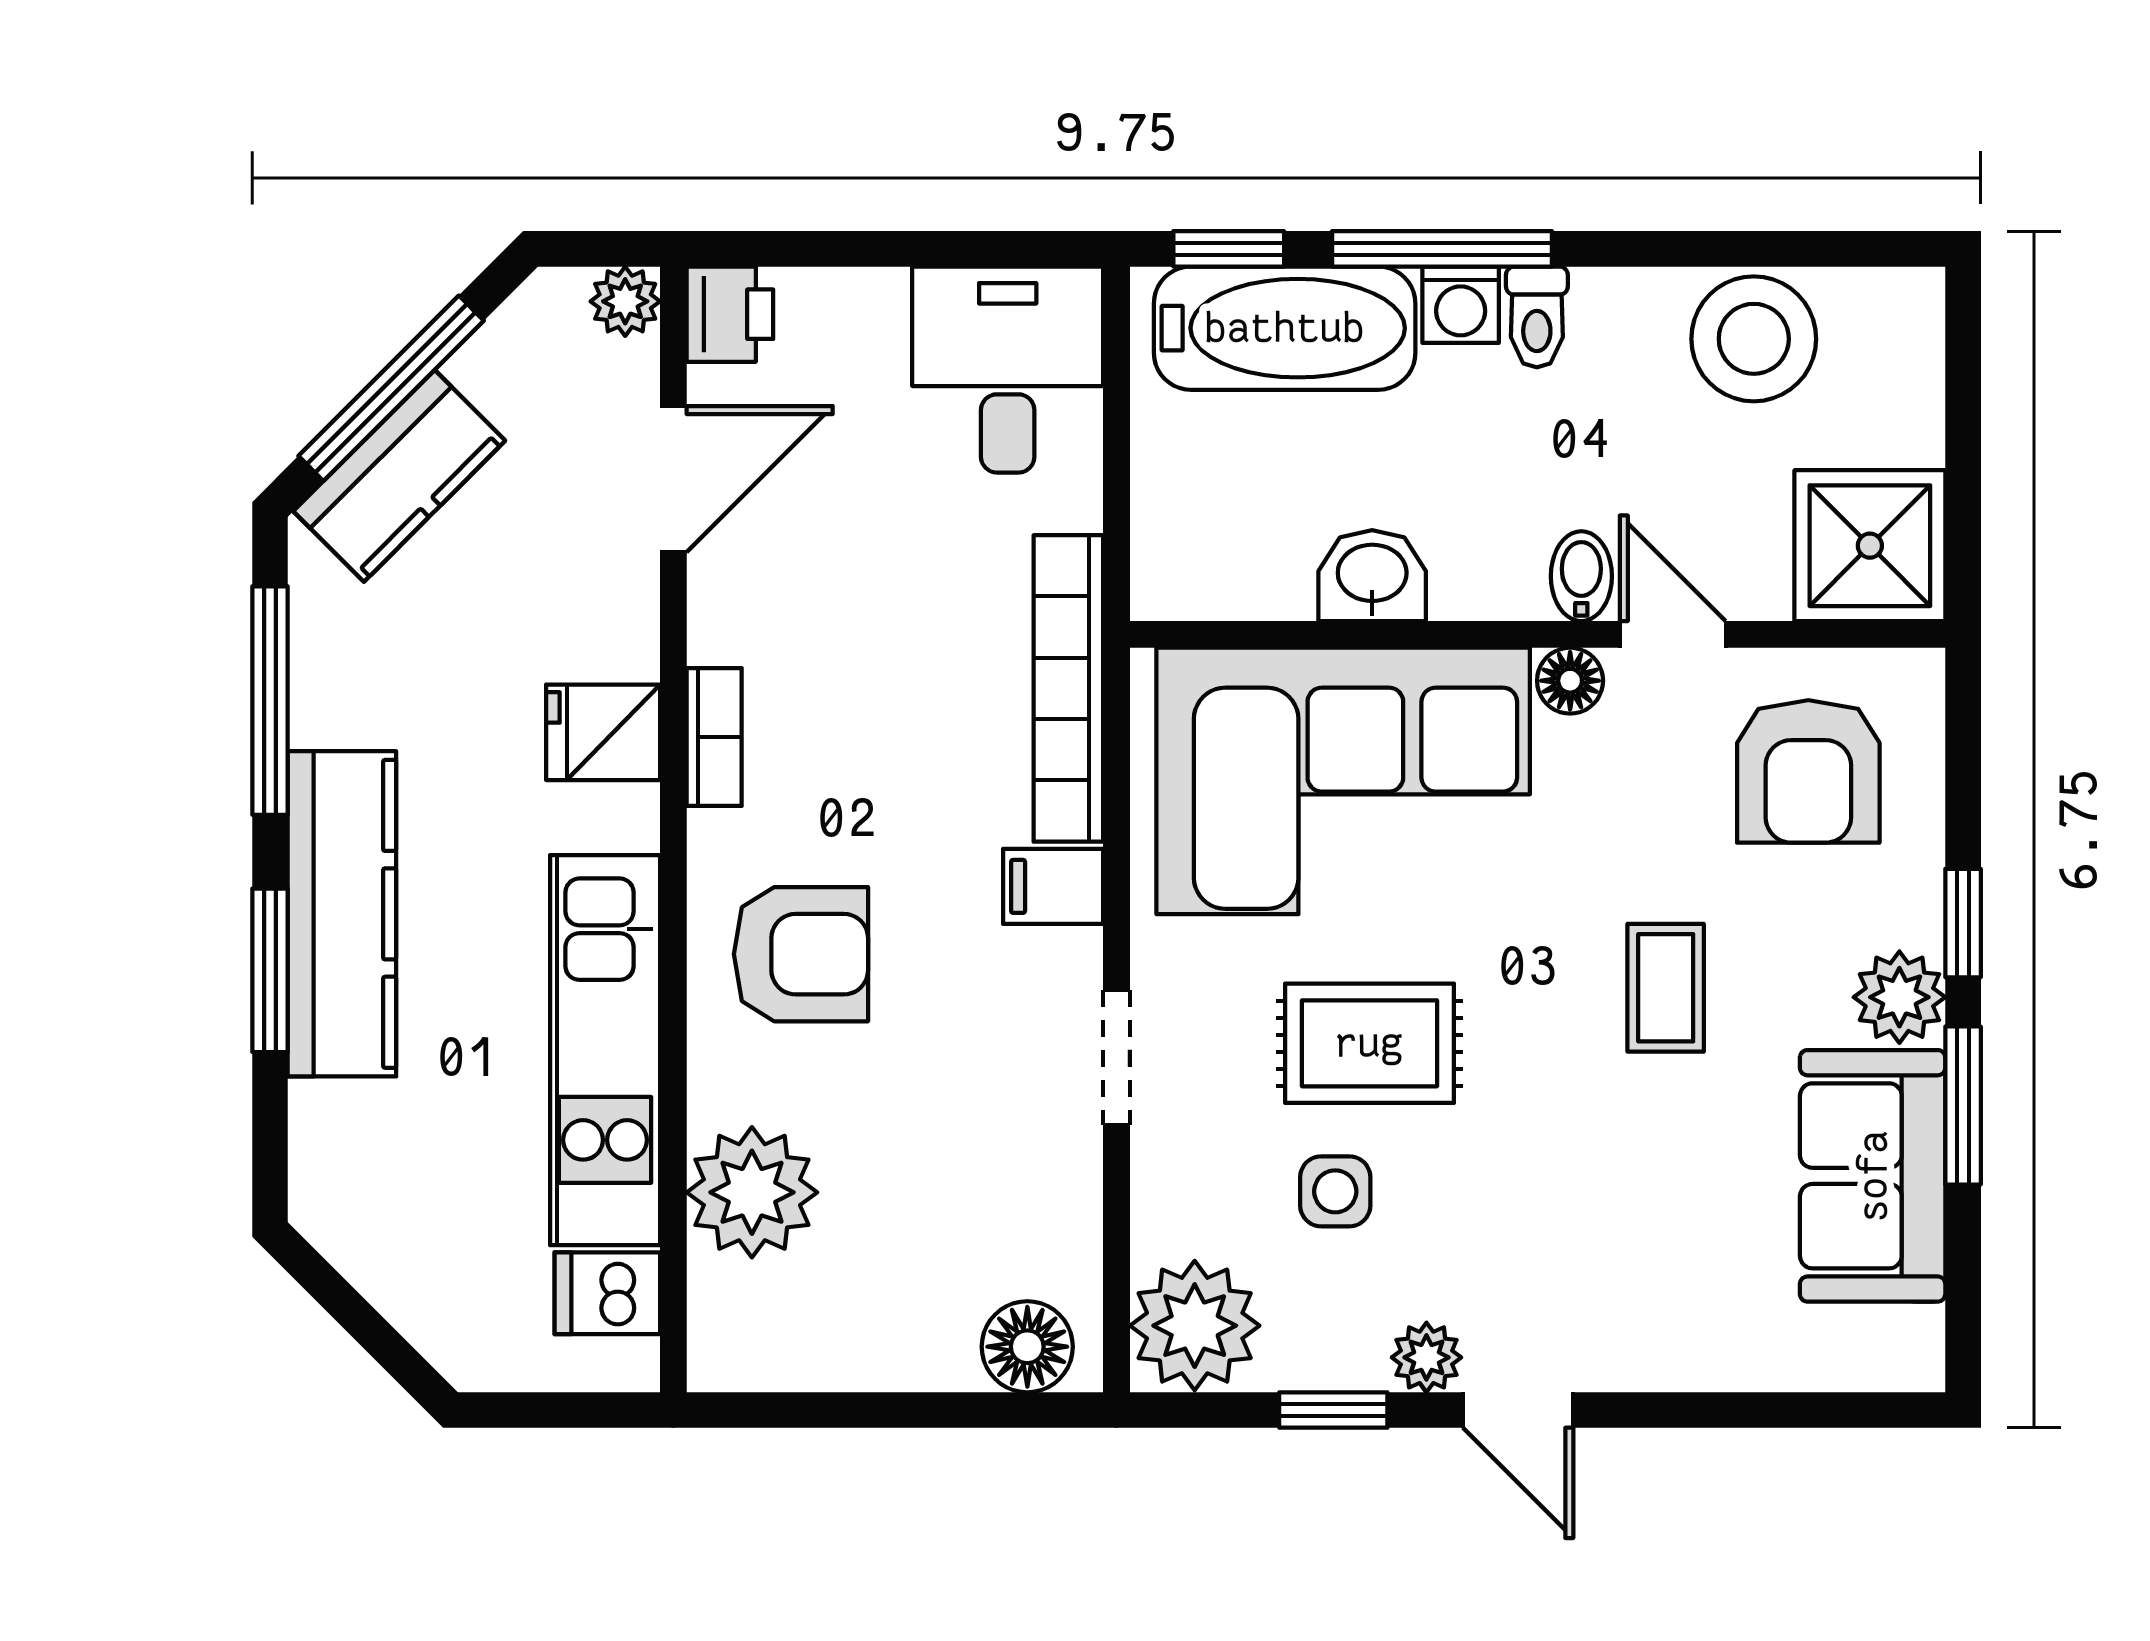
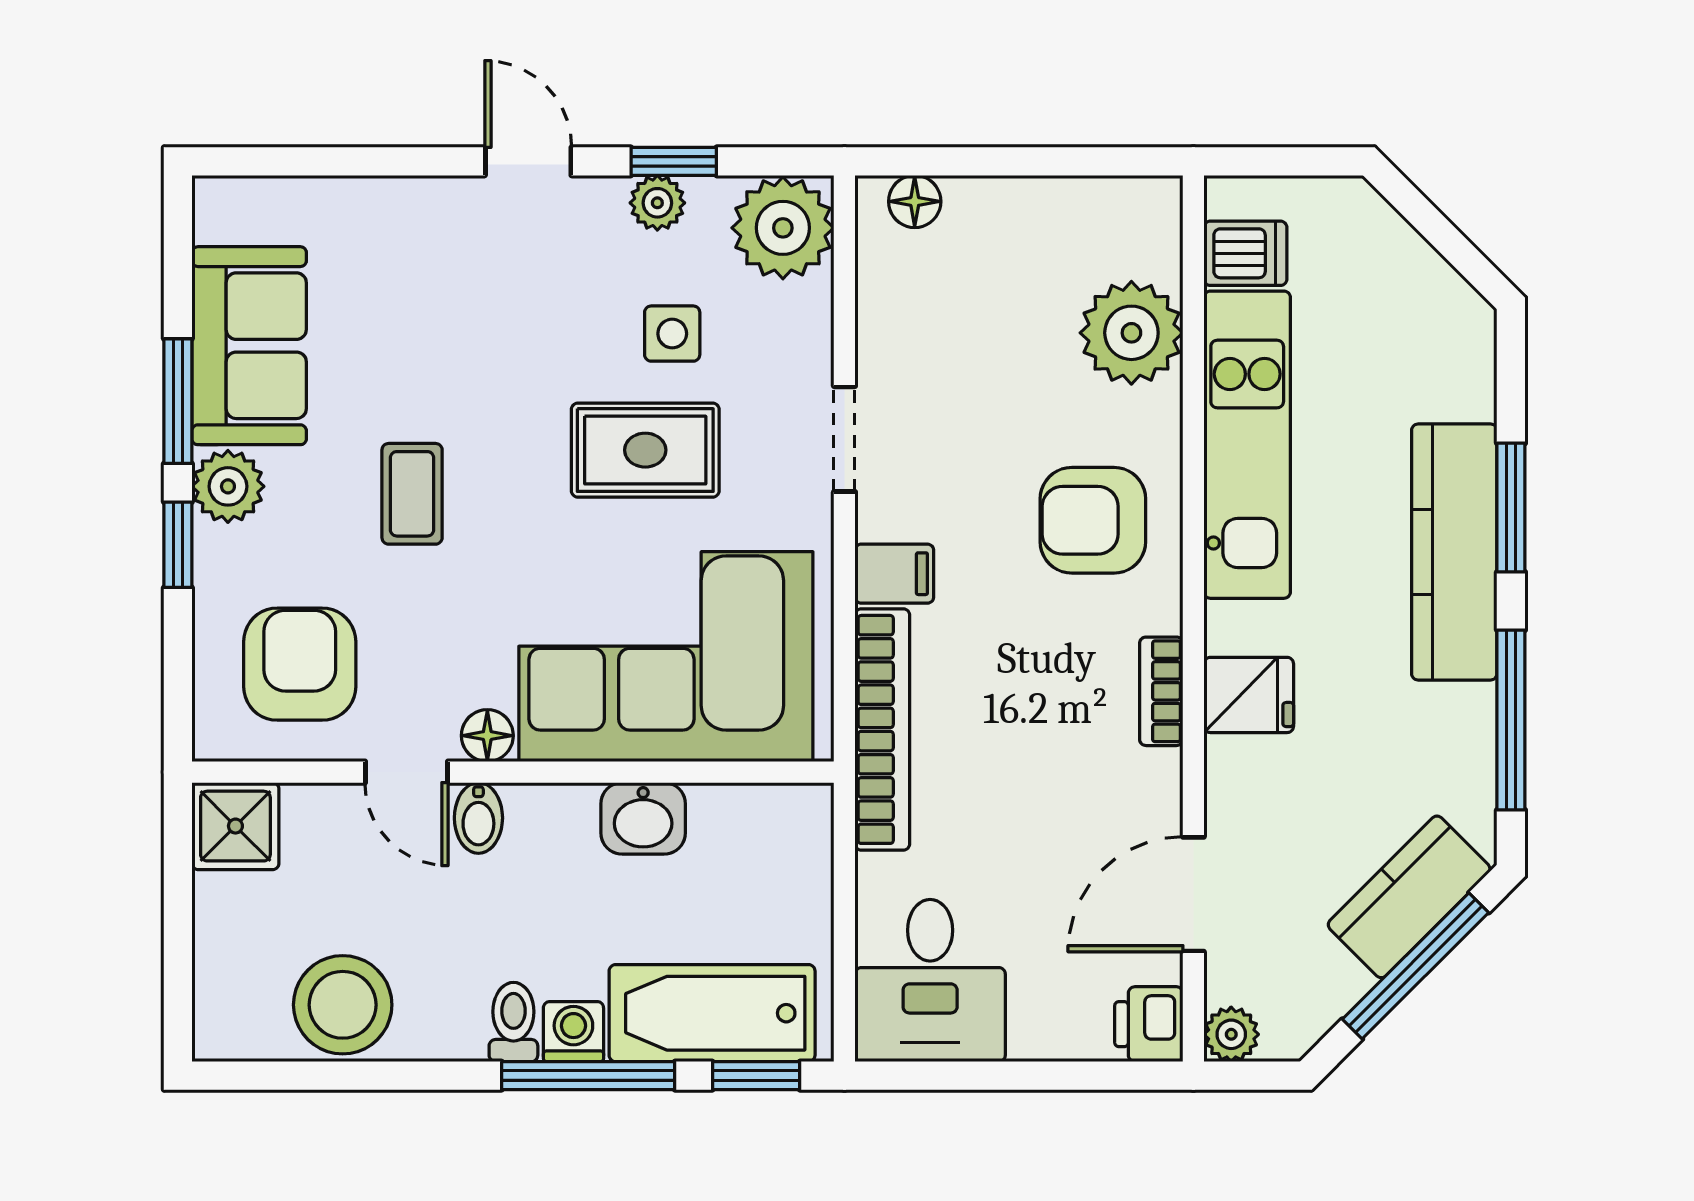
shower: (1870, 546) -> (235, 826), width x0.73, depth x0.73
floor lamp: (1027, 1347) -> (915, 201), width x0.73, depth x0.73
plant: (1426, 1357) -> (657, 203), moved

